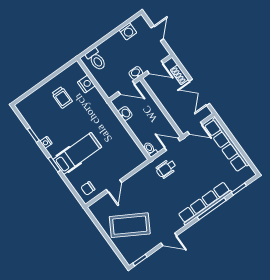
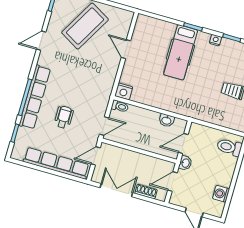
nightstand: (86, 84) -> (124, 91), moved
wheelchair: (166, 169) -> (64, 117), moved
chair: (88, 188) -> (147, 29), removed

